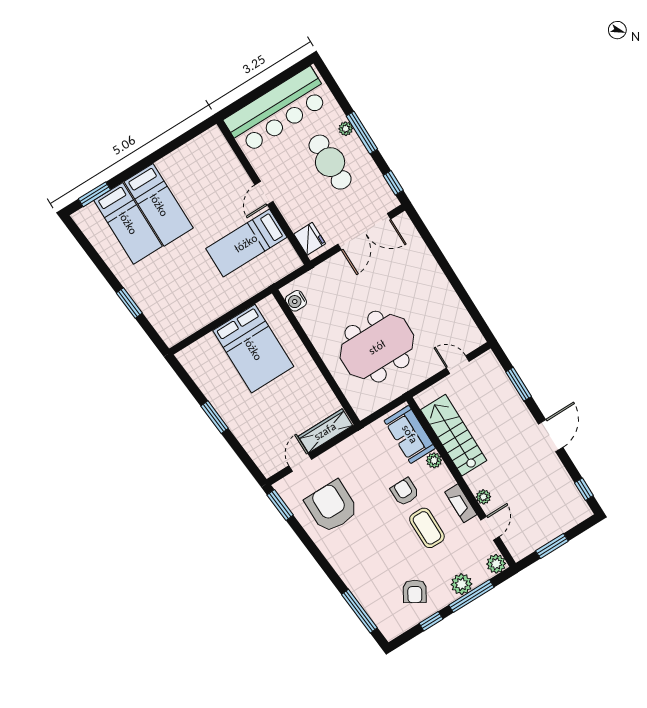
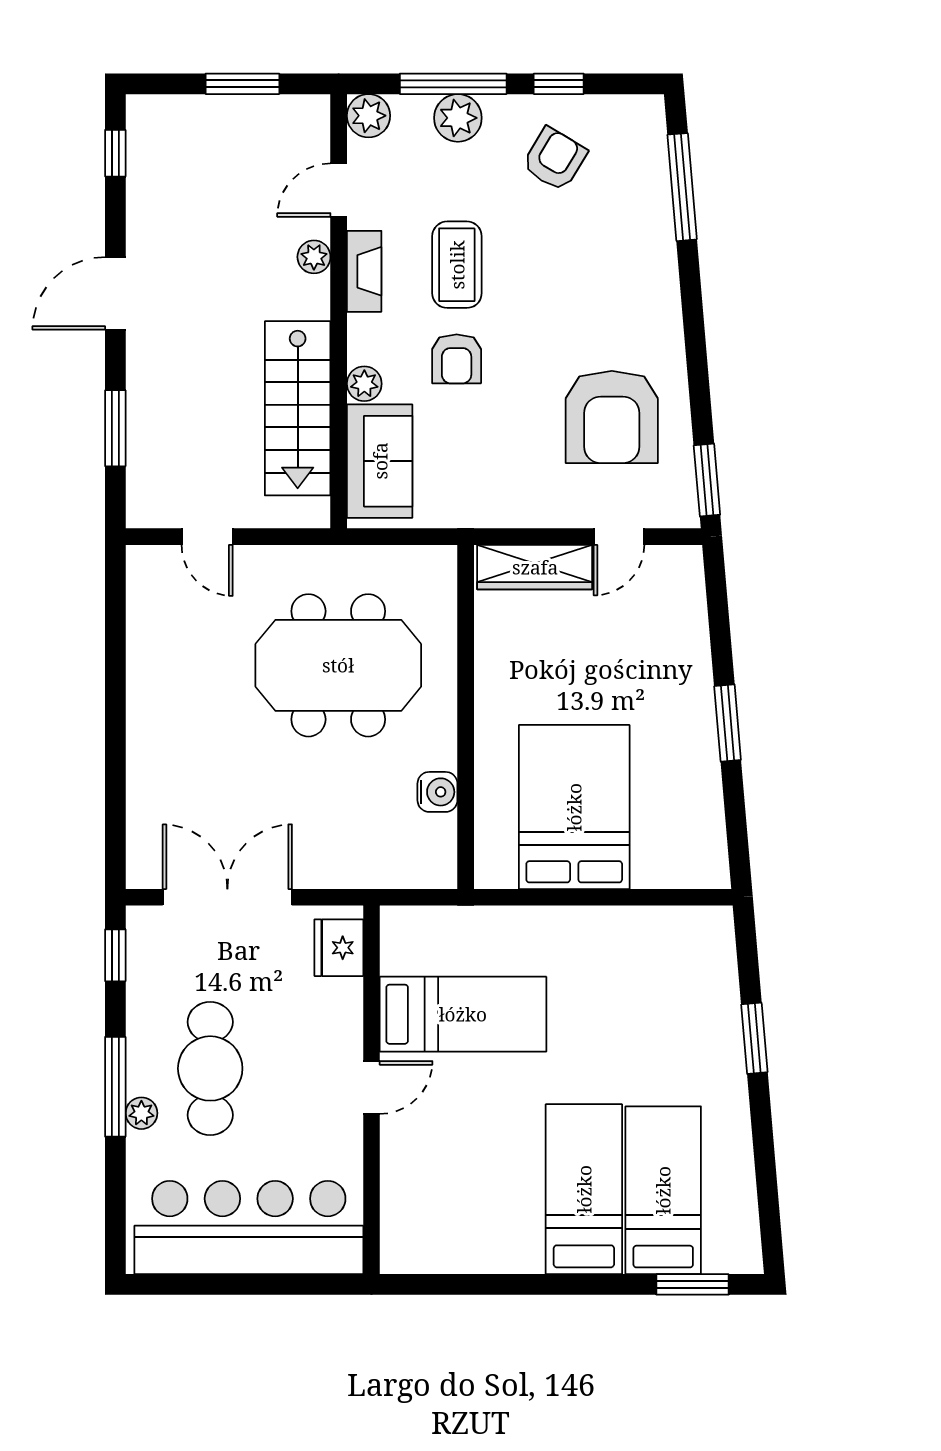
water cooler: (296, 301) -> (437, 792), moved

